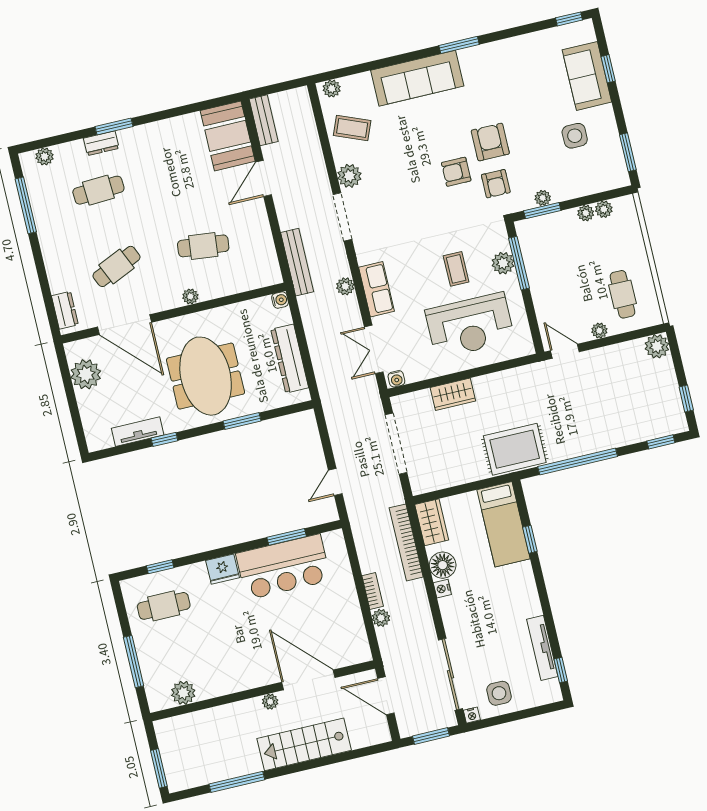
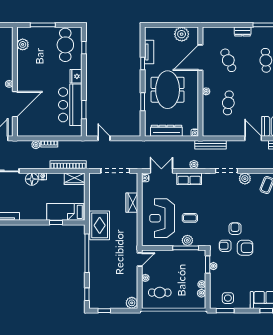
side table: (575, 136) -> (228, 298), moved
dresser: (65, 310) -> (243, 32), moved
meeting table: (206, 376) -> (168, 90), turned 90
floor lamp: (443, 565) -> (32, 179), moved
cafe table: (164, 606) -> (65, 45), width x1.37, depth x1.35

